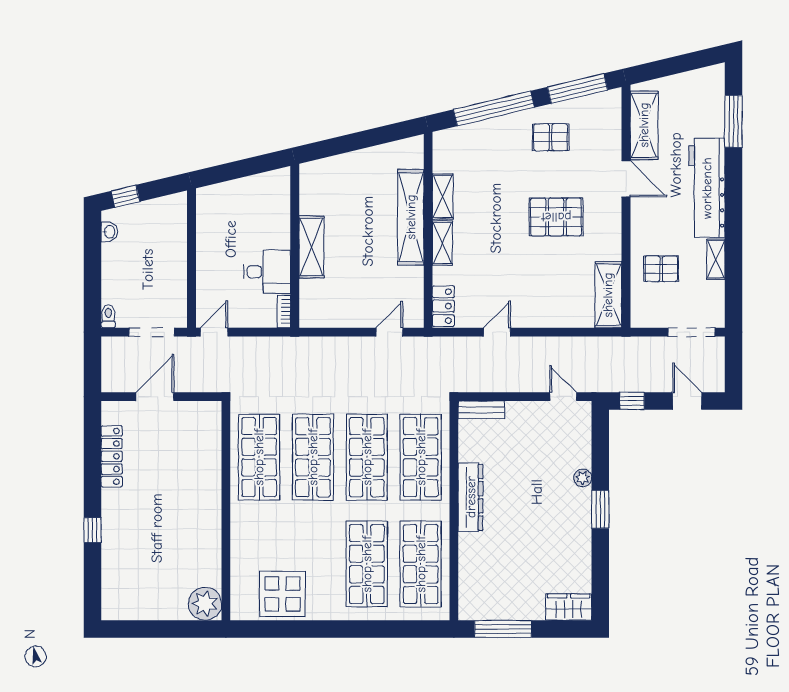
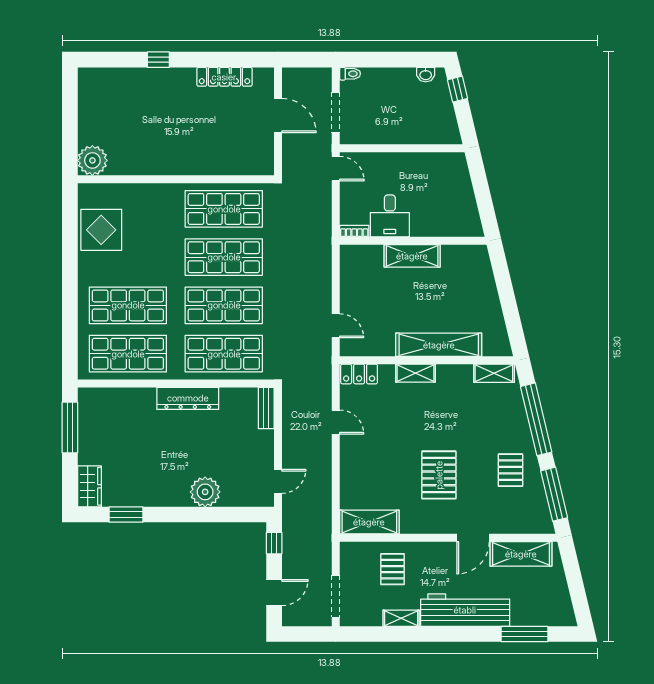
shelving: (443, 197) -> (494, 373), moved
plant: (583, 478) -> (205, 492), width x1.88, depth x1.88
window: (600, 509) -> (126, 515), moved

